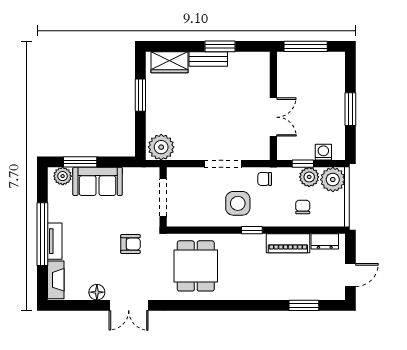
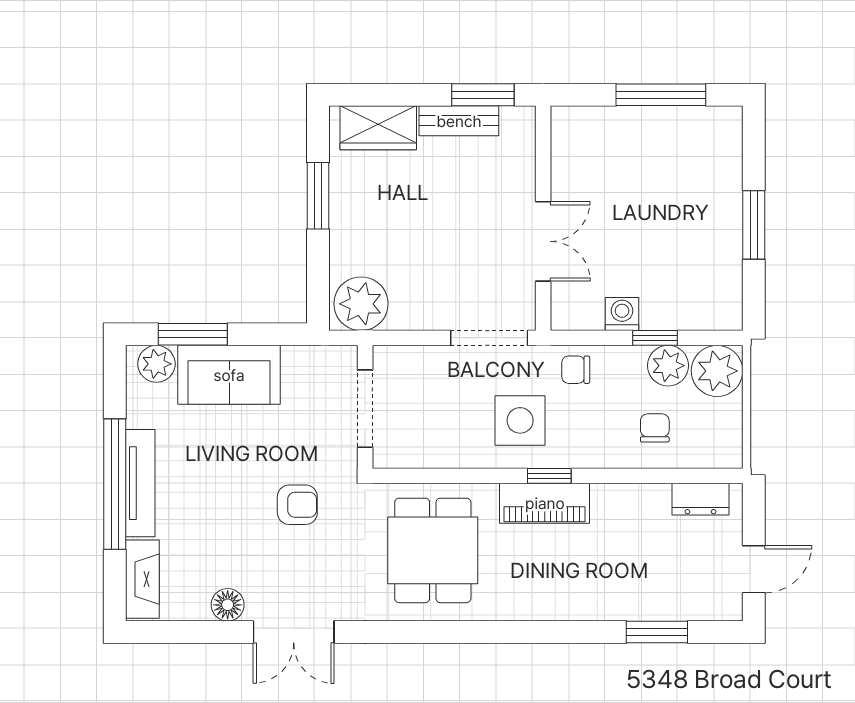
wall: (273, 106) -> (543, 218), moved
double door: (273, 117) -> (543, 241), moved
washing machine: (323, 152) -> (622, 314), moved
tv unit: (55, 241) -> (140, 483), width x1.41
piano: (288, 243) -> (545, 503), moved

